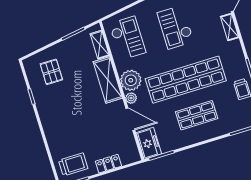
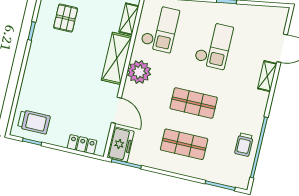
checkout: (175, 27) -> (214, 45), turned 180
shop shelf: (186, 80) -> (194, 103), width x0.50, depth x0.74
plant: (131, 98) -> (129, 90), removed
locker: (108, 164) -> (82, 144), moved

